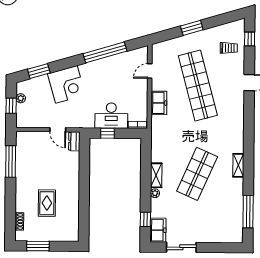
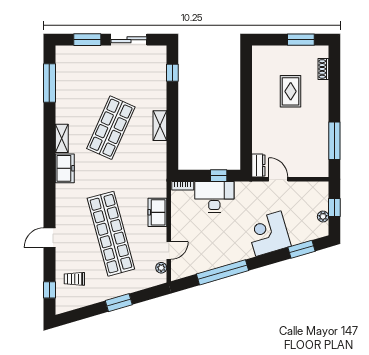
plant: (155, 193) -> (161, 268), moved
freezer: (158, 230) -> (65, 168), moved, turned 180
window: (216, 248) -> (87, 40), added

